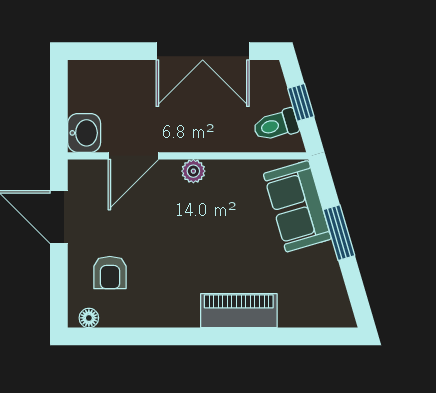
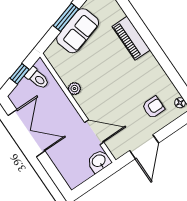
plant: (193, 171) -> (74, 89), moved
sofa: (297, 206) -> (78, 31), moved

